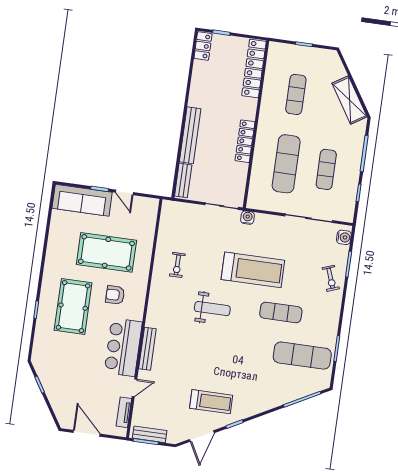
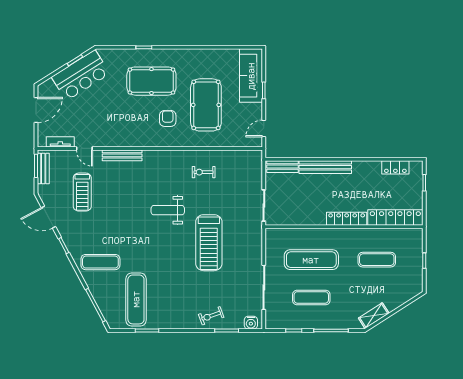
locker: (203, 46) -> (395, 167), moved
shelving: (350, 100) -> (374, 316), width x0.67, depth x0.75
locker: (245, 141) -> (347, 219), moved
door: (124, 192) -> (264, 128), moved
water cooler: (247, 218) -> (256, 231), removed
weight bench: (212, 309) -> (168, 210), turned 90
exercise mat: (281, 312) -> (100, 262), moved, turned 90
bar counter: (123, 347) -> (81, 75), moved, turned 148
treadmill: (211, 402) -> (82, 192), moved

